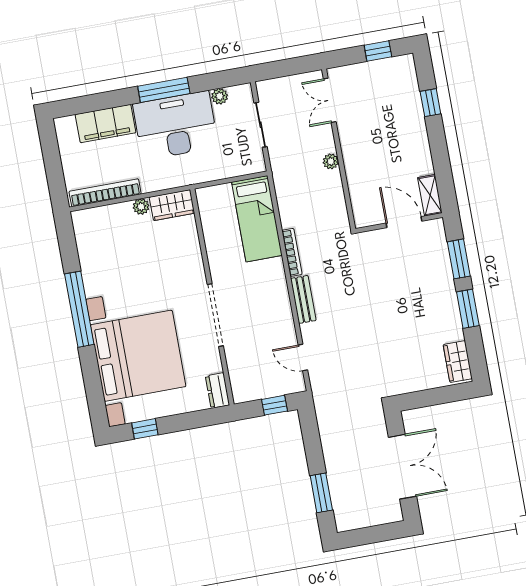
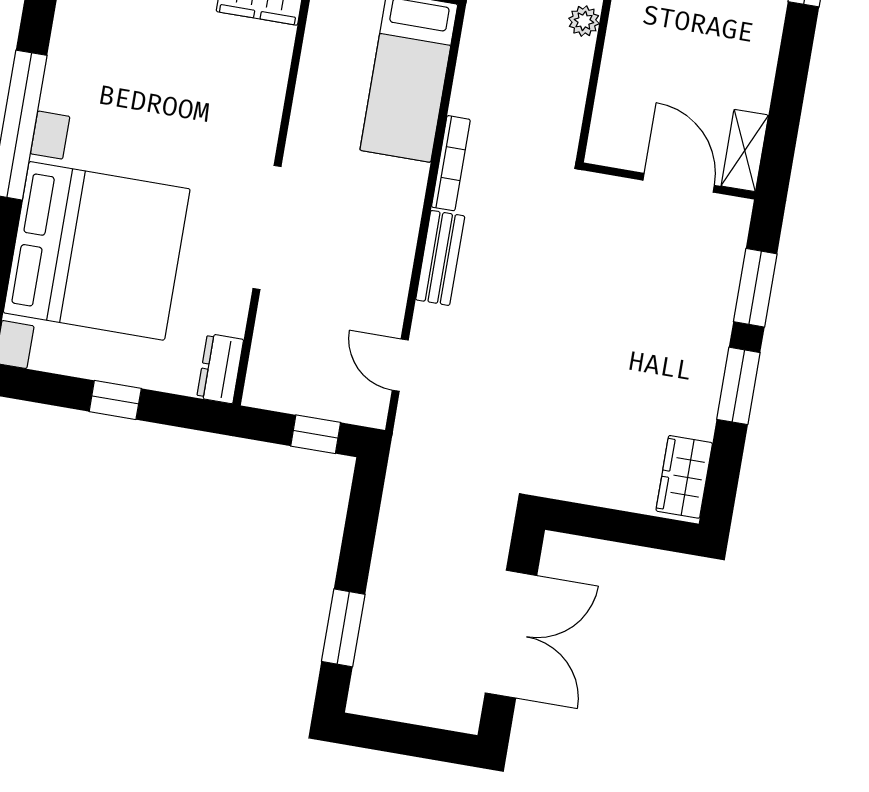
window: (145, 429) -> (115, 400), moved

